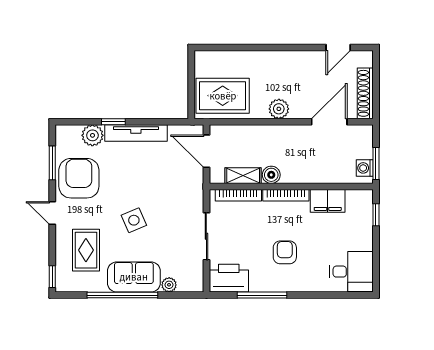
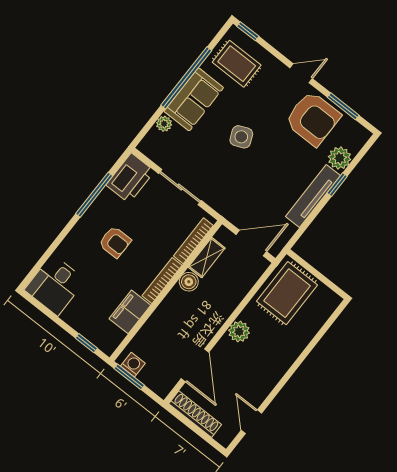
rug: (86, 250) -> (237, 64), moved

